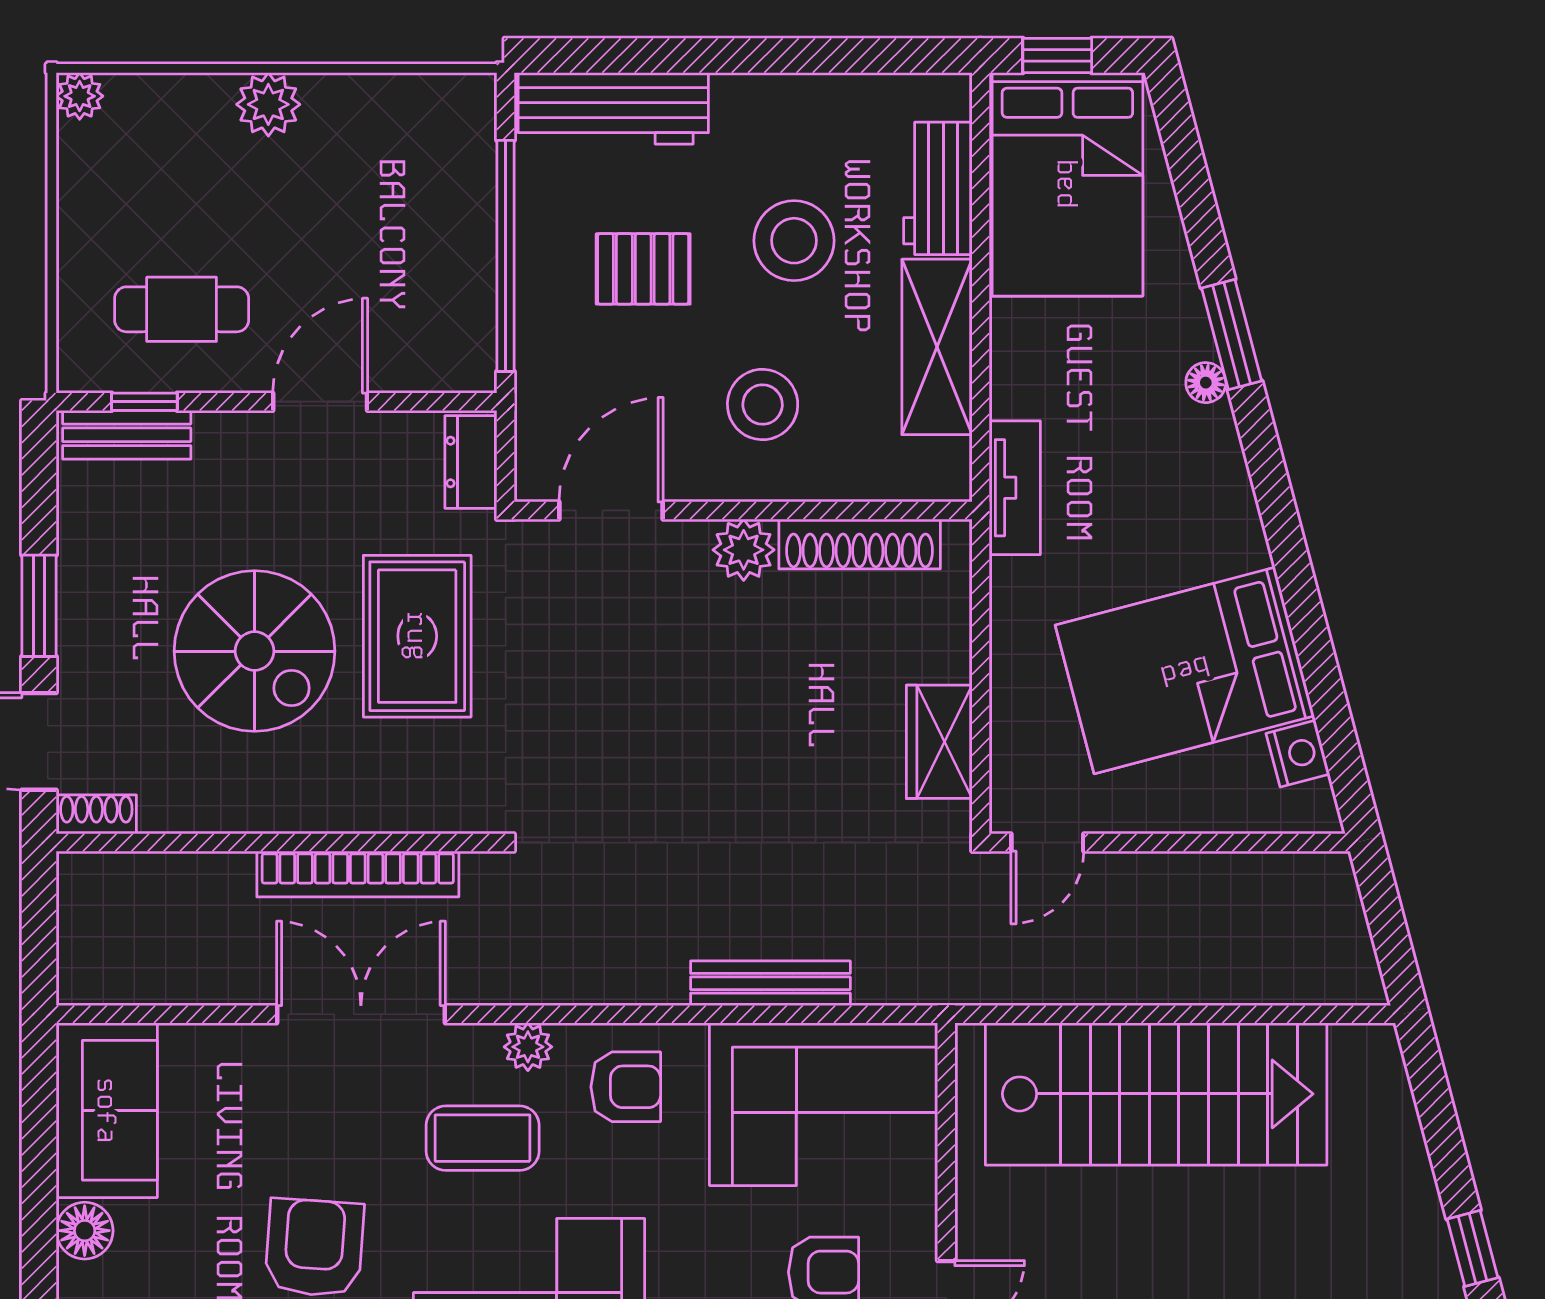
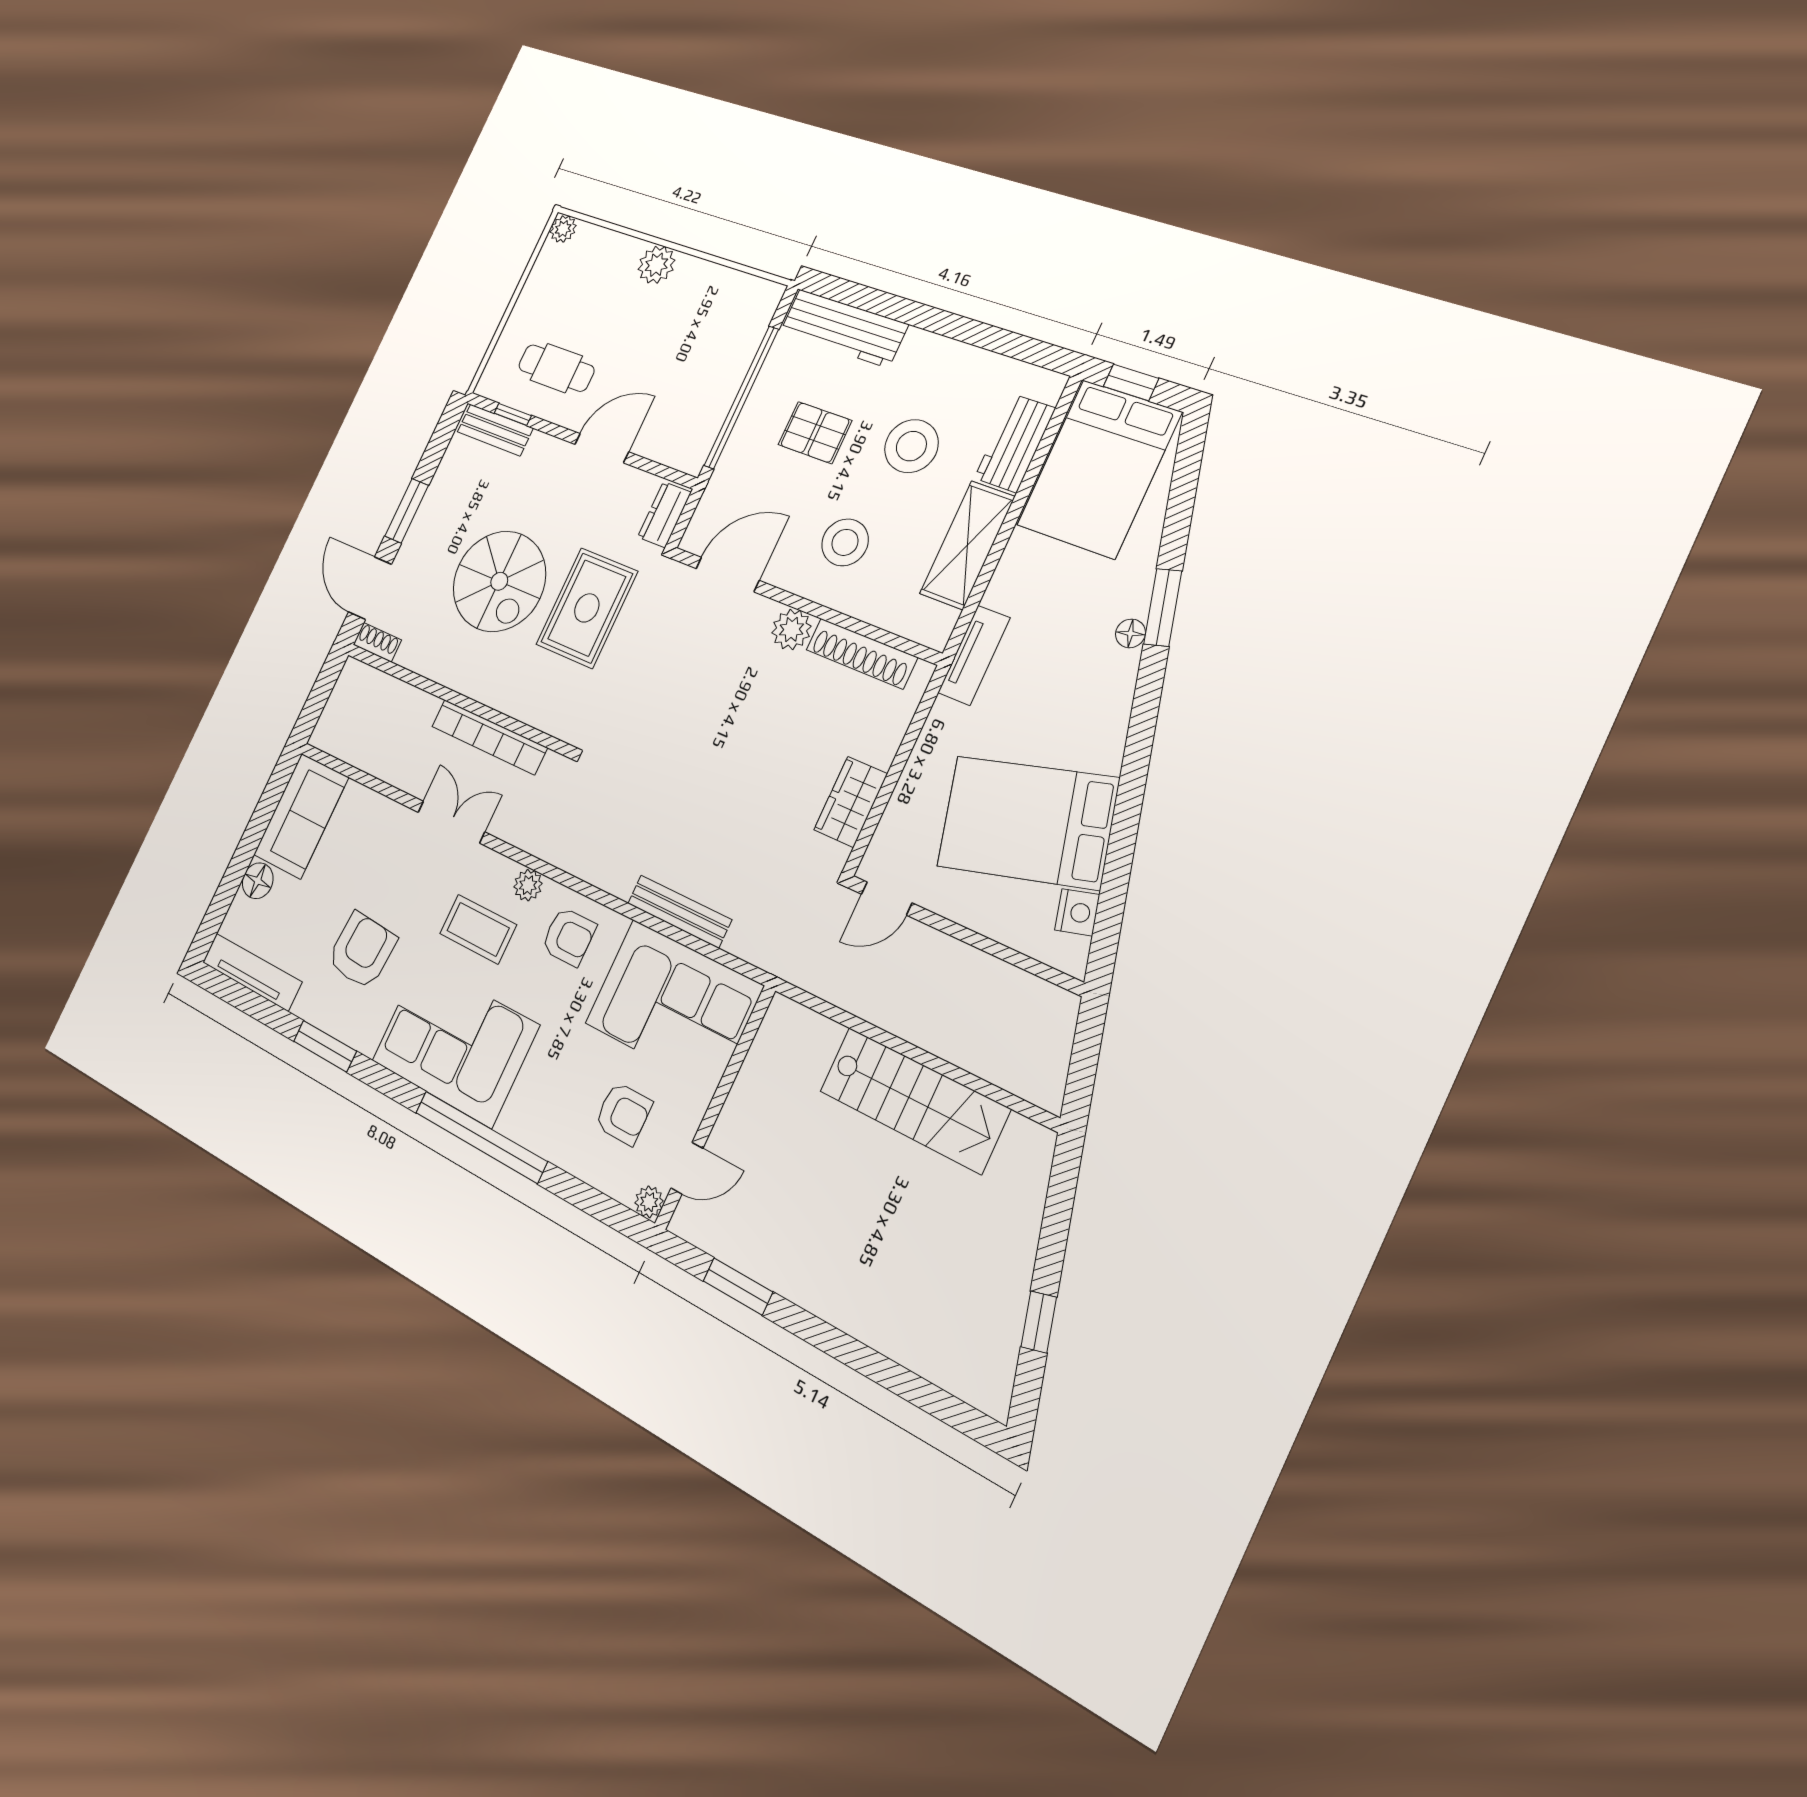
double door: (361, 1014) -> (451, 822), width x0.73
stairs: (1156, 1094) -> (914, 1100), width x0.73, depth x0.66

